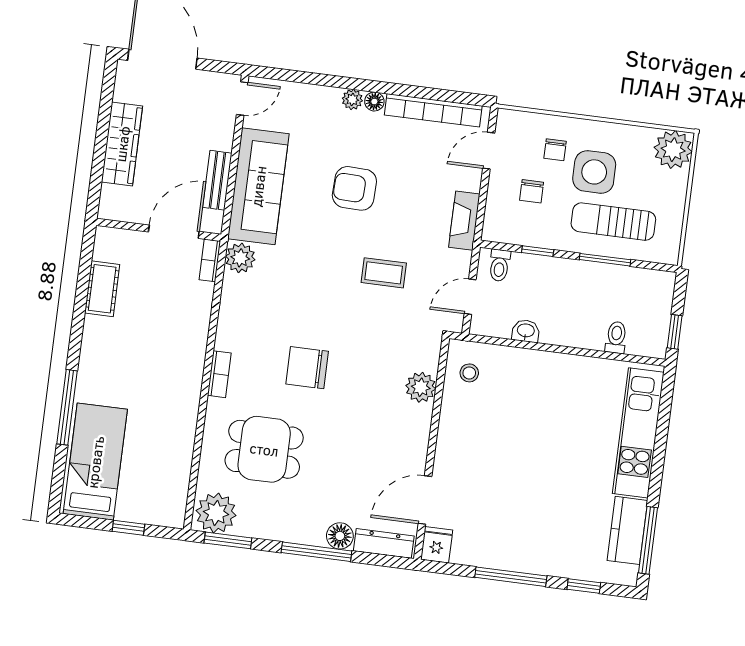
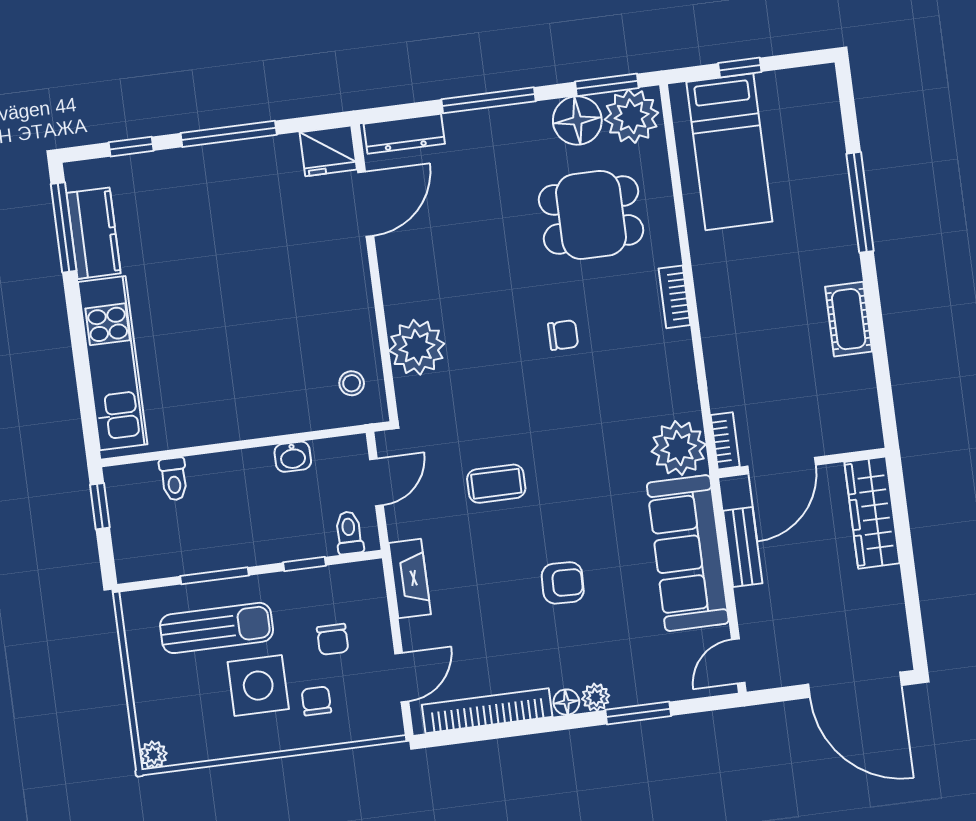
window: (324, 80) -> (638, 713), added
wardrobe: (122, 144) -> (872, 513), moved
plant: (673, 150) -> (153, 755), width x0.53, depth x0.53
armchair: (354, 188) -> (563, 583), width x0.72, depth x0.72
chair: (532, 191) -> (333, 639), turned 180
plant: (240, 258) -> (679, 448), width x1.36, depth x1.36
cot: (102, 289) -> (849, 319), moved
chair: (307, 368) -> (563, 335), width x0.54, depth x0.54
plant: (421, 387) -> (417, 347), width x1.36, depth x1.36
bed: (95, 462) -> (729, 152), moved
floor lamp: (340, 536) -> (577, 120), moved, width x1.38, depth x1.38
fridge: (437, 545) -> (328, 151), width x1.38

